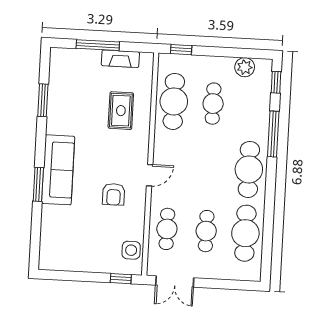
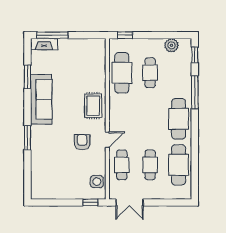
window: (98, 45) -> (52, 35), moved
fireplace: (120, 59) -> (44, 44), moved
rug: (121, 111) -> (93, 106), moved
sofa: (58, 170) -> (41, 99), moved
door: (150, 175) -> (107, 140), moved
armchair: (114, 194) -> (82, 142), turned 180

